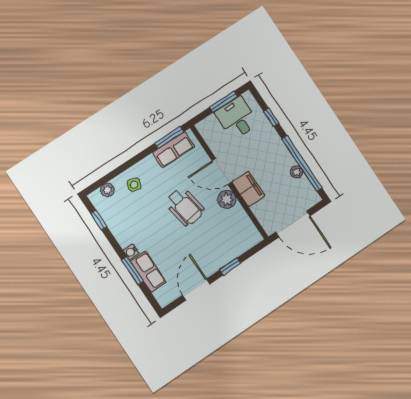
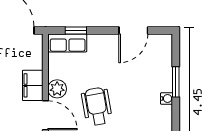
window: (230, 266) -> (76, 30), moved
row of seats: (148, 272) -> (68, 43), moved, turned -90

